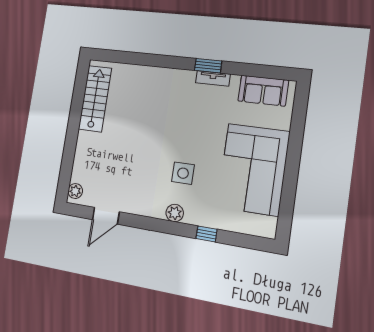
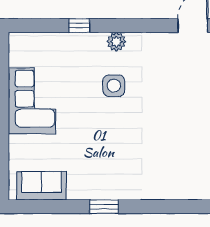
tv unit: (213, 78) -> (97, 193), removed
corner sofa: (253, 169) -> (32, 101), width x0.73, depth x0.74

